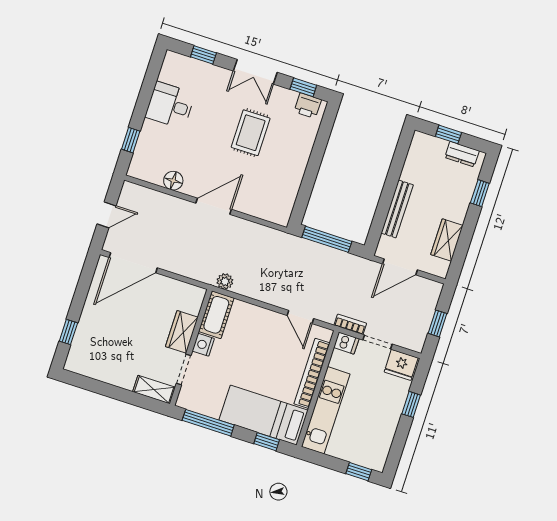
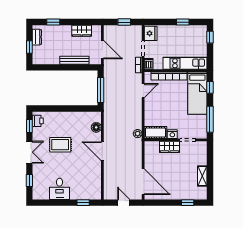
floor lamp: (173, 181) -> (96, 127), moved
shelving: (154, 390) -> (202, 176), moved
window: (411, 404) -> (183, 22), moved

